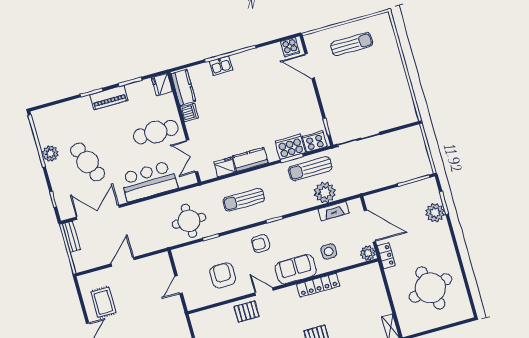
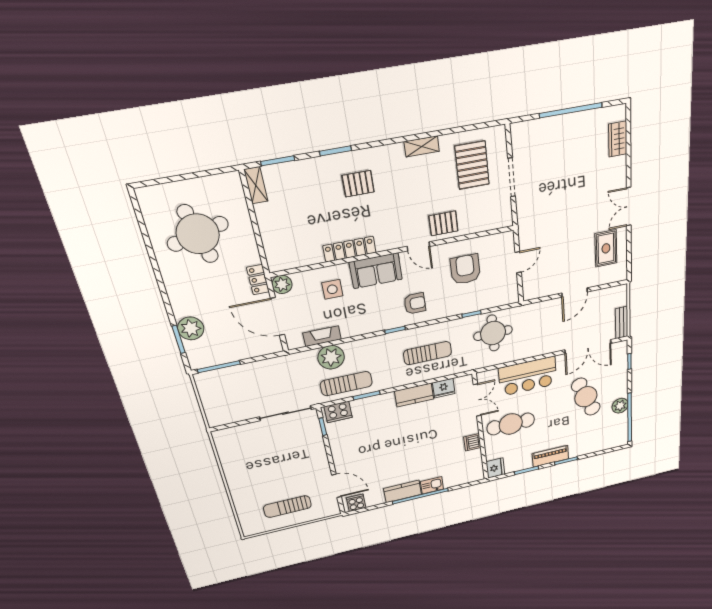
kitchen counter: (183, 87) -> (403, 491), moved, turned 90
cooker: (290, 147) -> (367, 407), removed
armchair: (223, 275) -> (465, 269), turned 180

